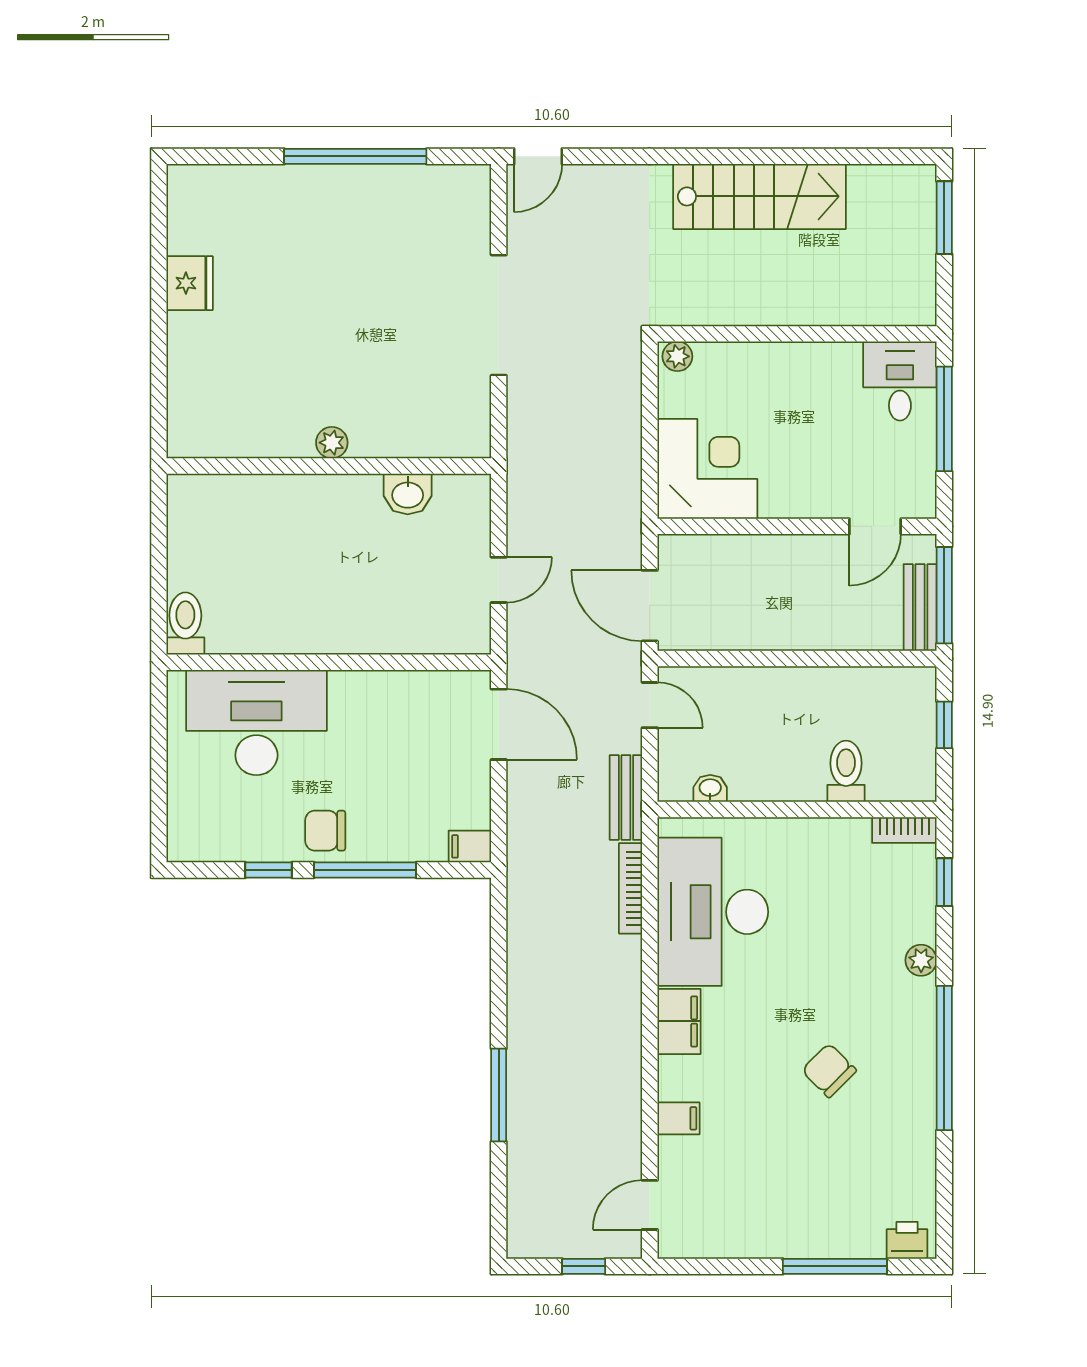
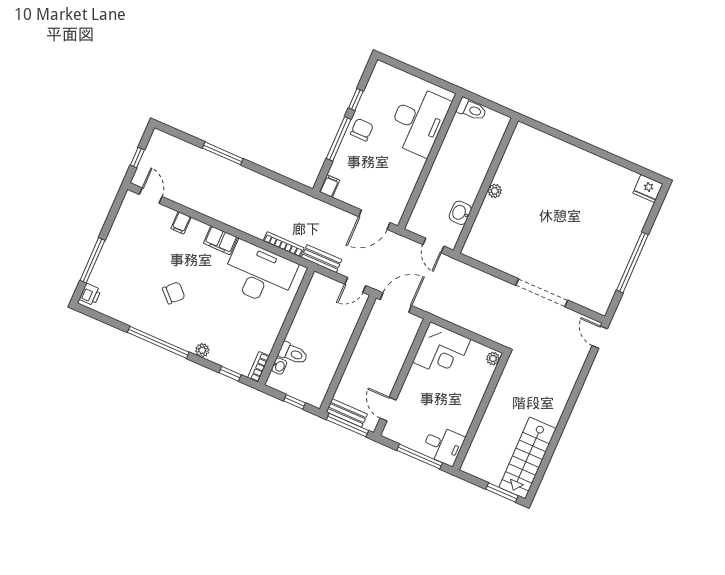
stairs: (759, 196) -> (527, 458), moved
fridge: (190, 283) -> (648, 189), moved
plant: (332, 443) -> (495, 191), moved
wall: (329, 466) -> (486, 185), moved
washbasin: (408, 494) -> (460, 213), moved
washbasin: (710, 788) -> (279, 366), moved

